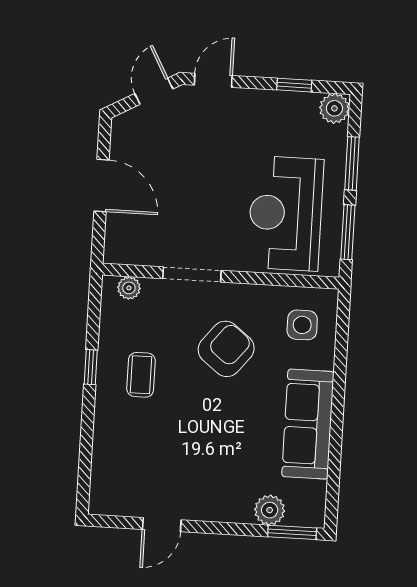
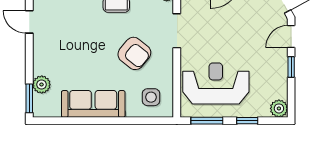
door: (213, 80) -> (291, 37), swing flipped
window: (294, 85) -> (291, 67), moved
window: (352, 163) -> (247, 121), width x0.67

